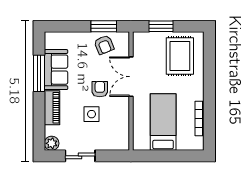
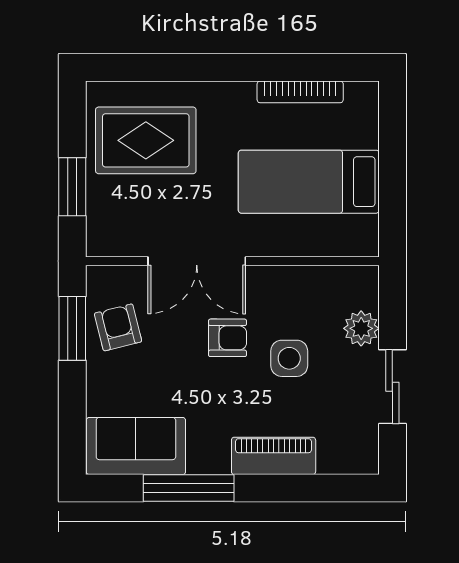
armchair: (104, 45) -> (118, 327), turned -82
sofa: (56, 70) -> (136, 446), moved
armchair: (100, 89) -> (227, 338), turned 180
plant: (52, 143) -> (361, 328), moved

